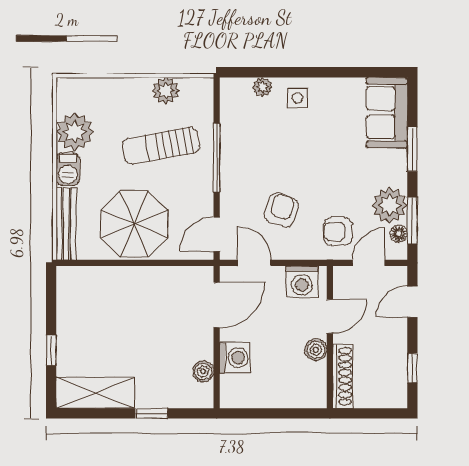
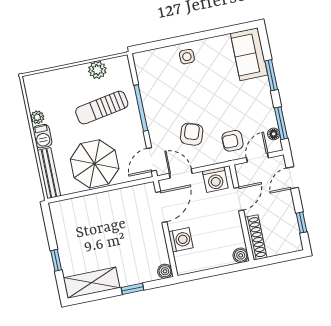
plant: (263, 87) -> (162, 54), removed
plant: (75, 132) -> (37, 117), width x0.53, depth x0.53
plant: (390, 205) -> (264, 116), removed
boiler: (316, 350) -> (241, 255), moved
boiler: (203, 372) -> (165, 271), moved

